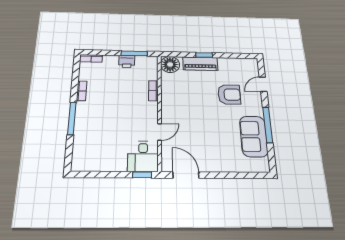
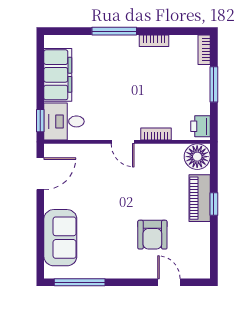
window: (134, 53) -> (214, 84), moved
printer: (127, 61) -> (201, 126), moved
window: (268, 125) -> (80, 282), moved
door: (159, 132) -> (123, 142), moved
sofa: (254, 136) -> (60, 238), moved, turned 90
filing cabinet: (105, 161) -> (58, 75), added

